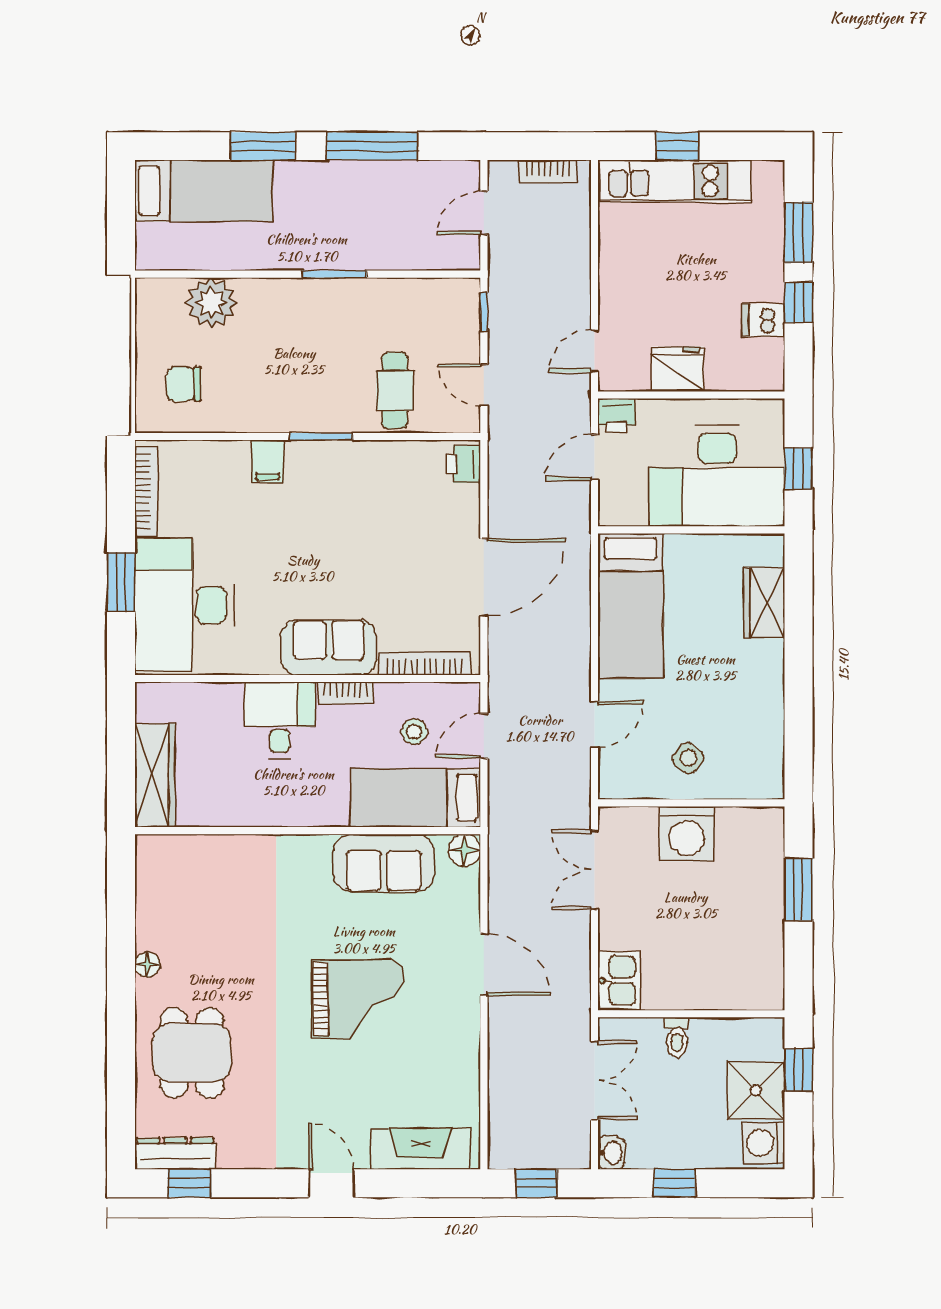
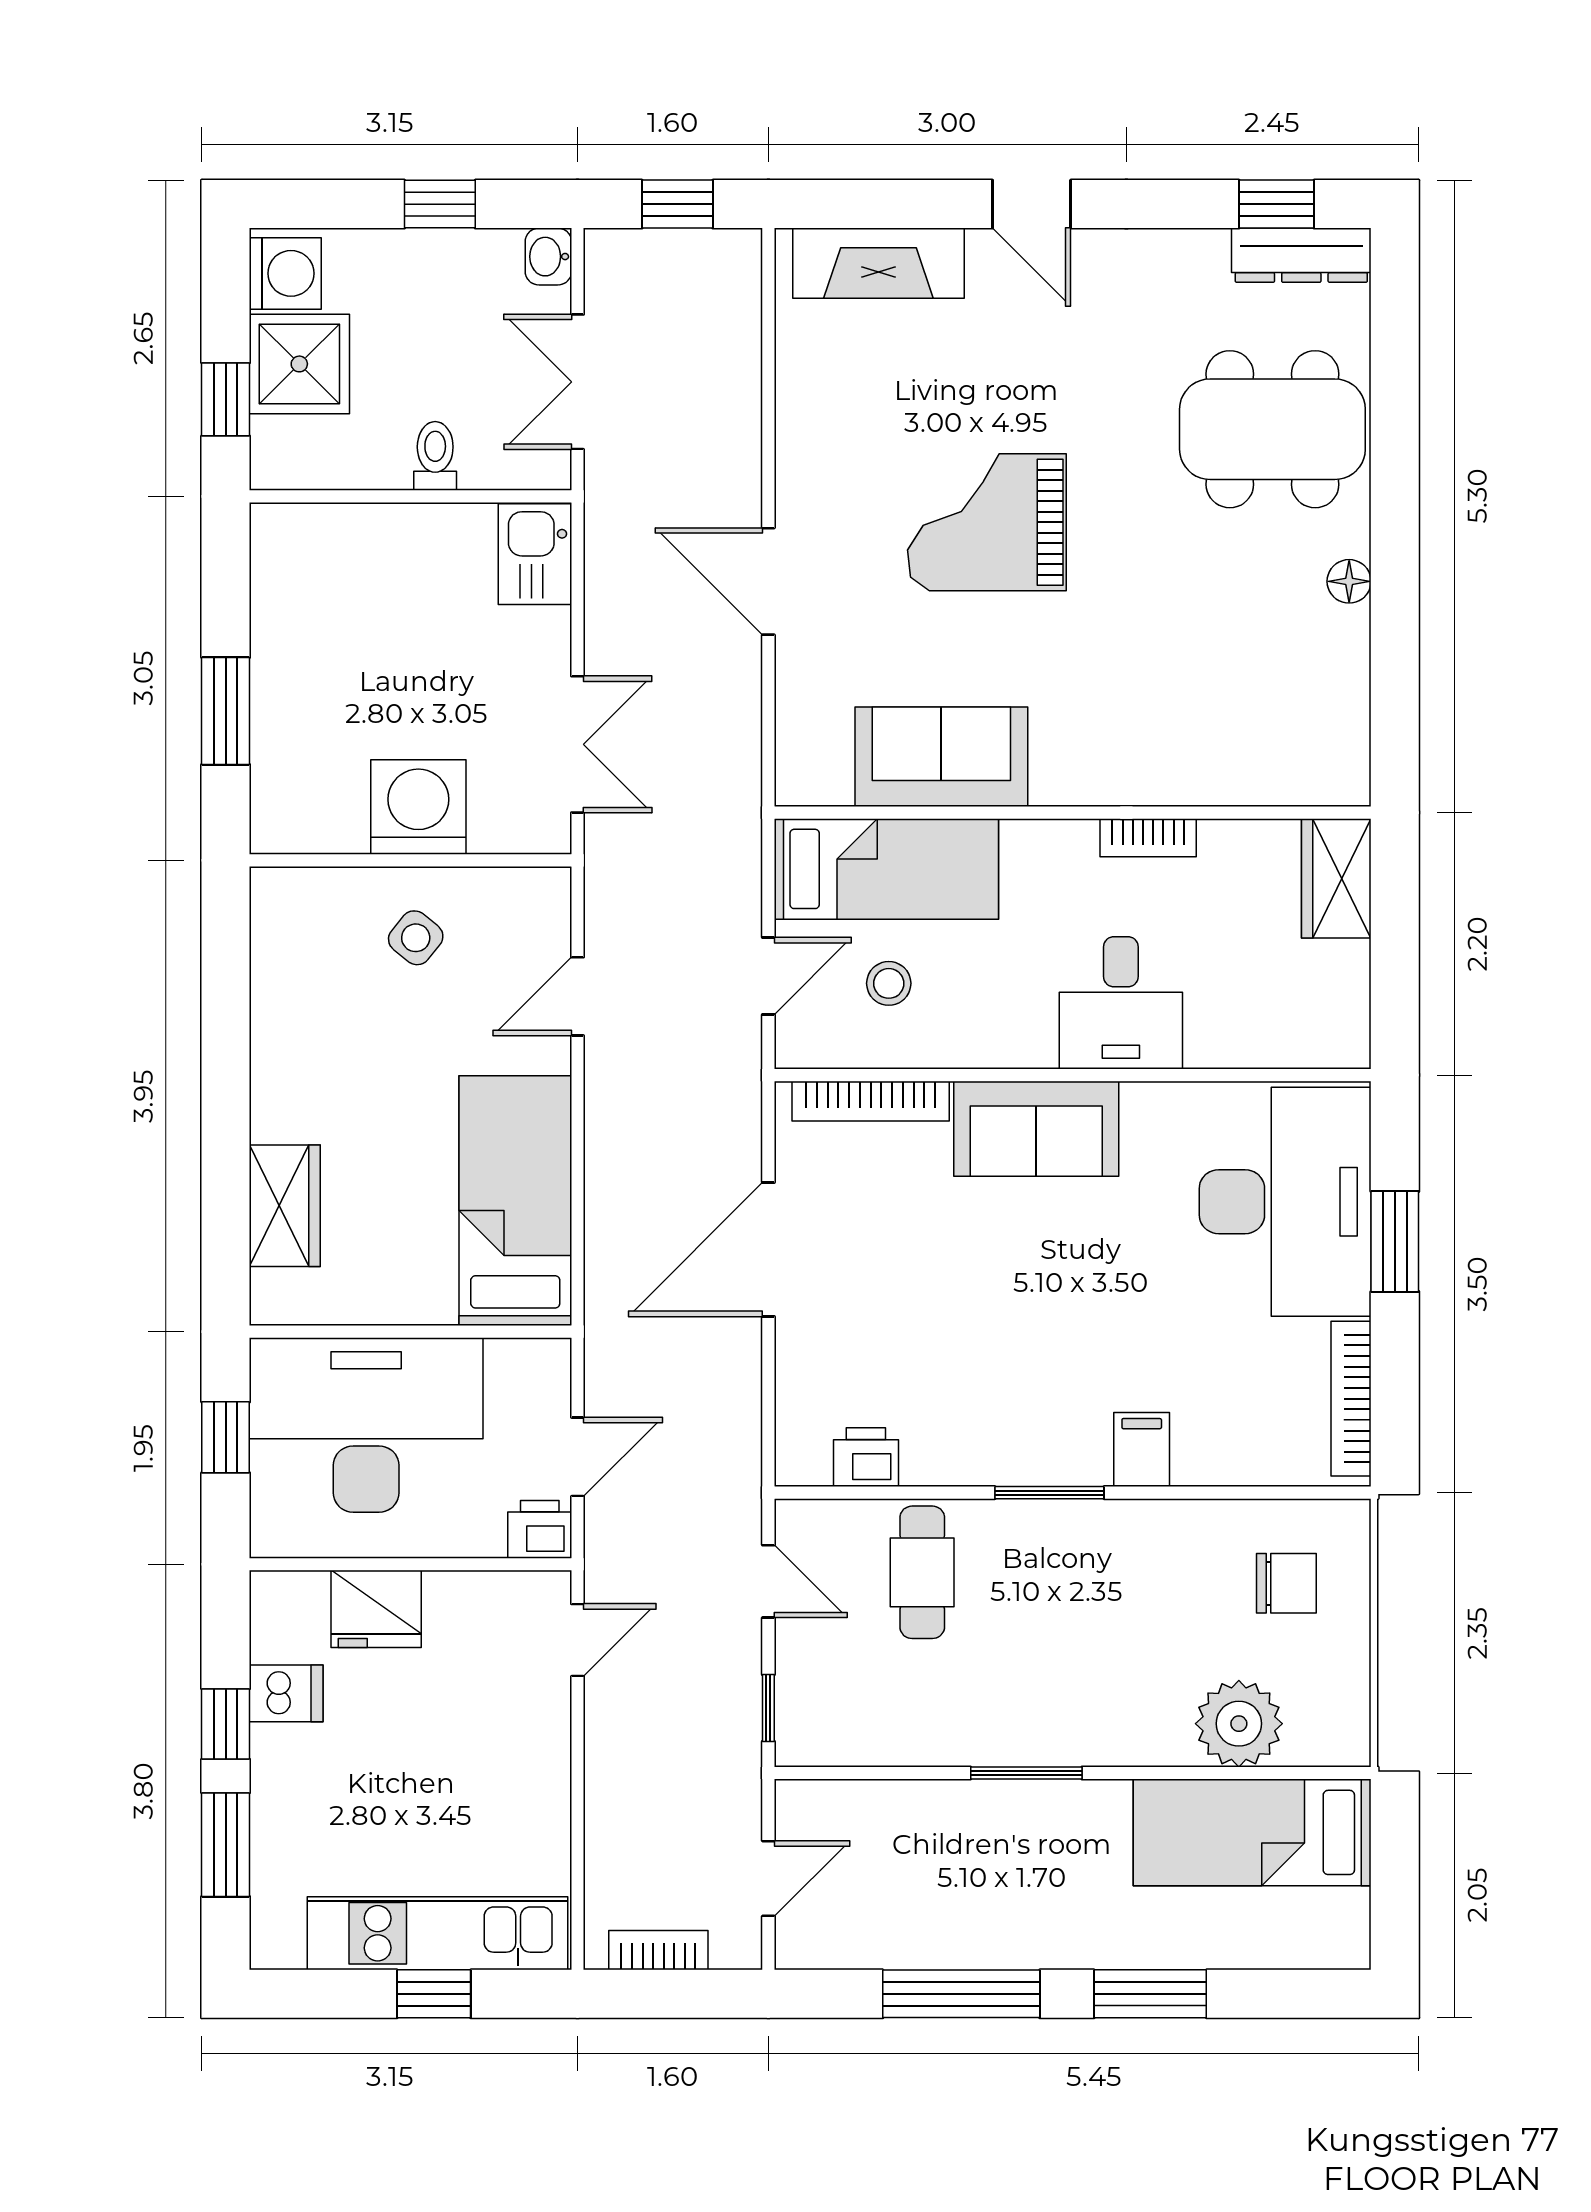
bed: (204, 191) -> (1252, 1832), moved
fridge: (678, 369) -> (376, 1609), moved
printer: (463, 464) -> (866, 1457), moved, turned -90
bookcase: (346, 693) -> (1148, 838), moved, turned 180
wardrobe: (155, 775) -> (1336, 878), width x0.67
floor lamp: (464, 850) -> (802, 779), removed
dining table: (192, 1053) -> (1272, 429), width x1.38

